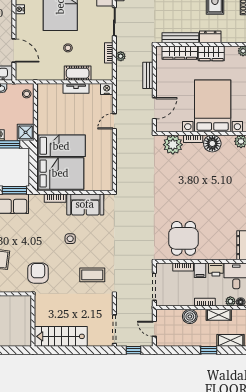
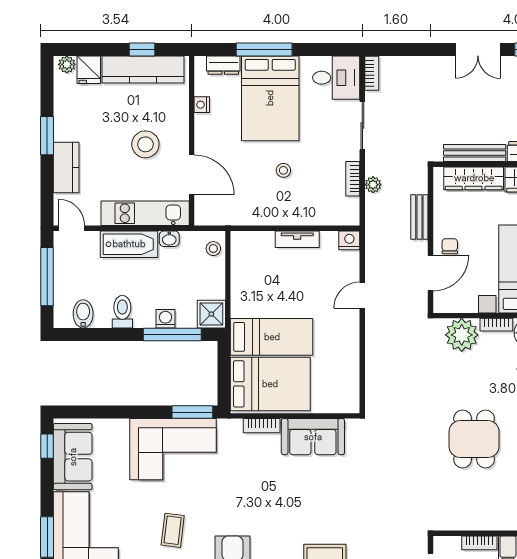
cot: (78, 73) -> (300, 213), removed
chair: (166, 93) -> (450, 246), added
dining table: (183, 238) -> (474, 439), moved
side table: (70, 239) -> (287, 495), removed

